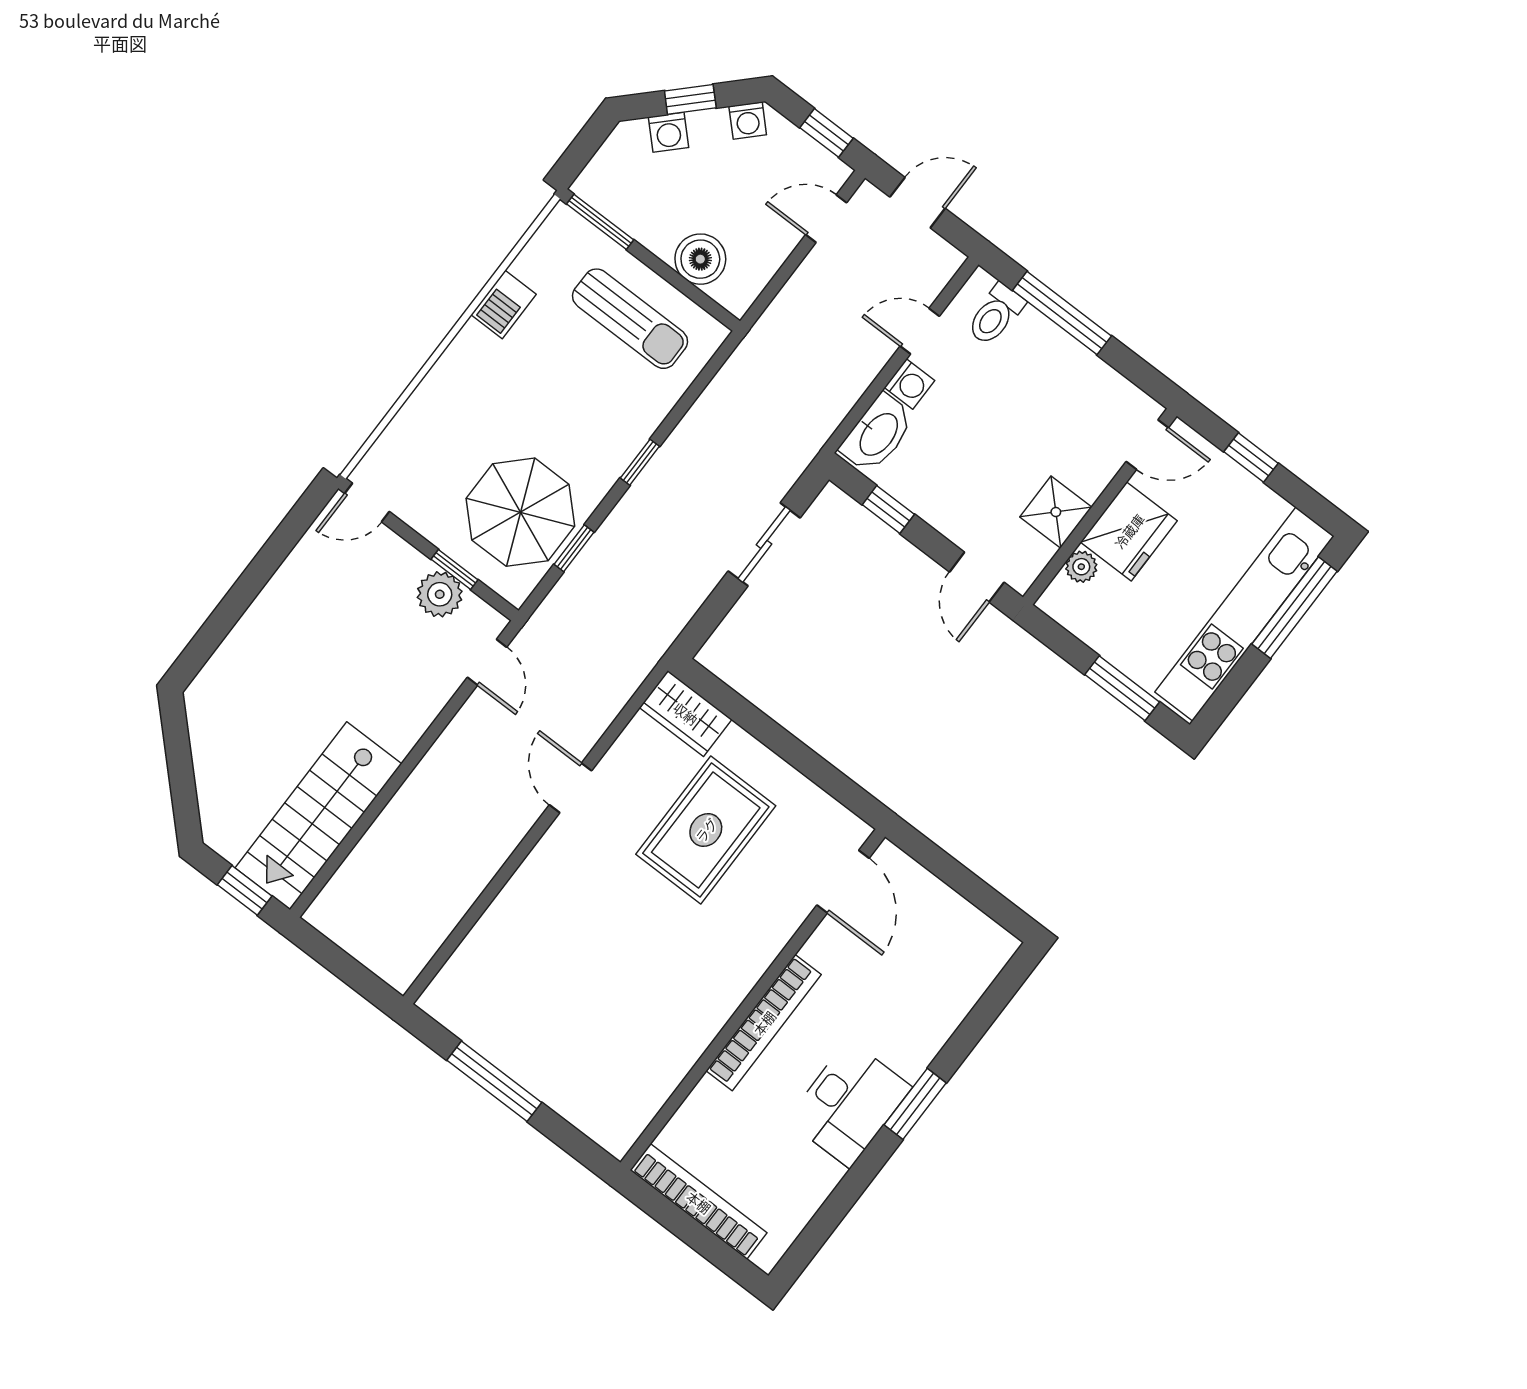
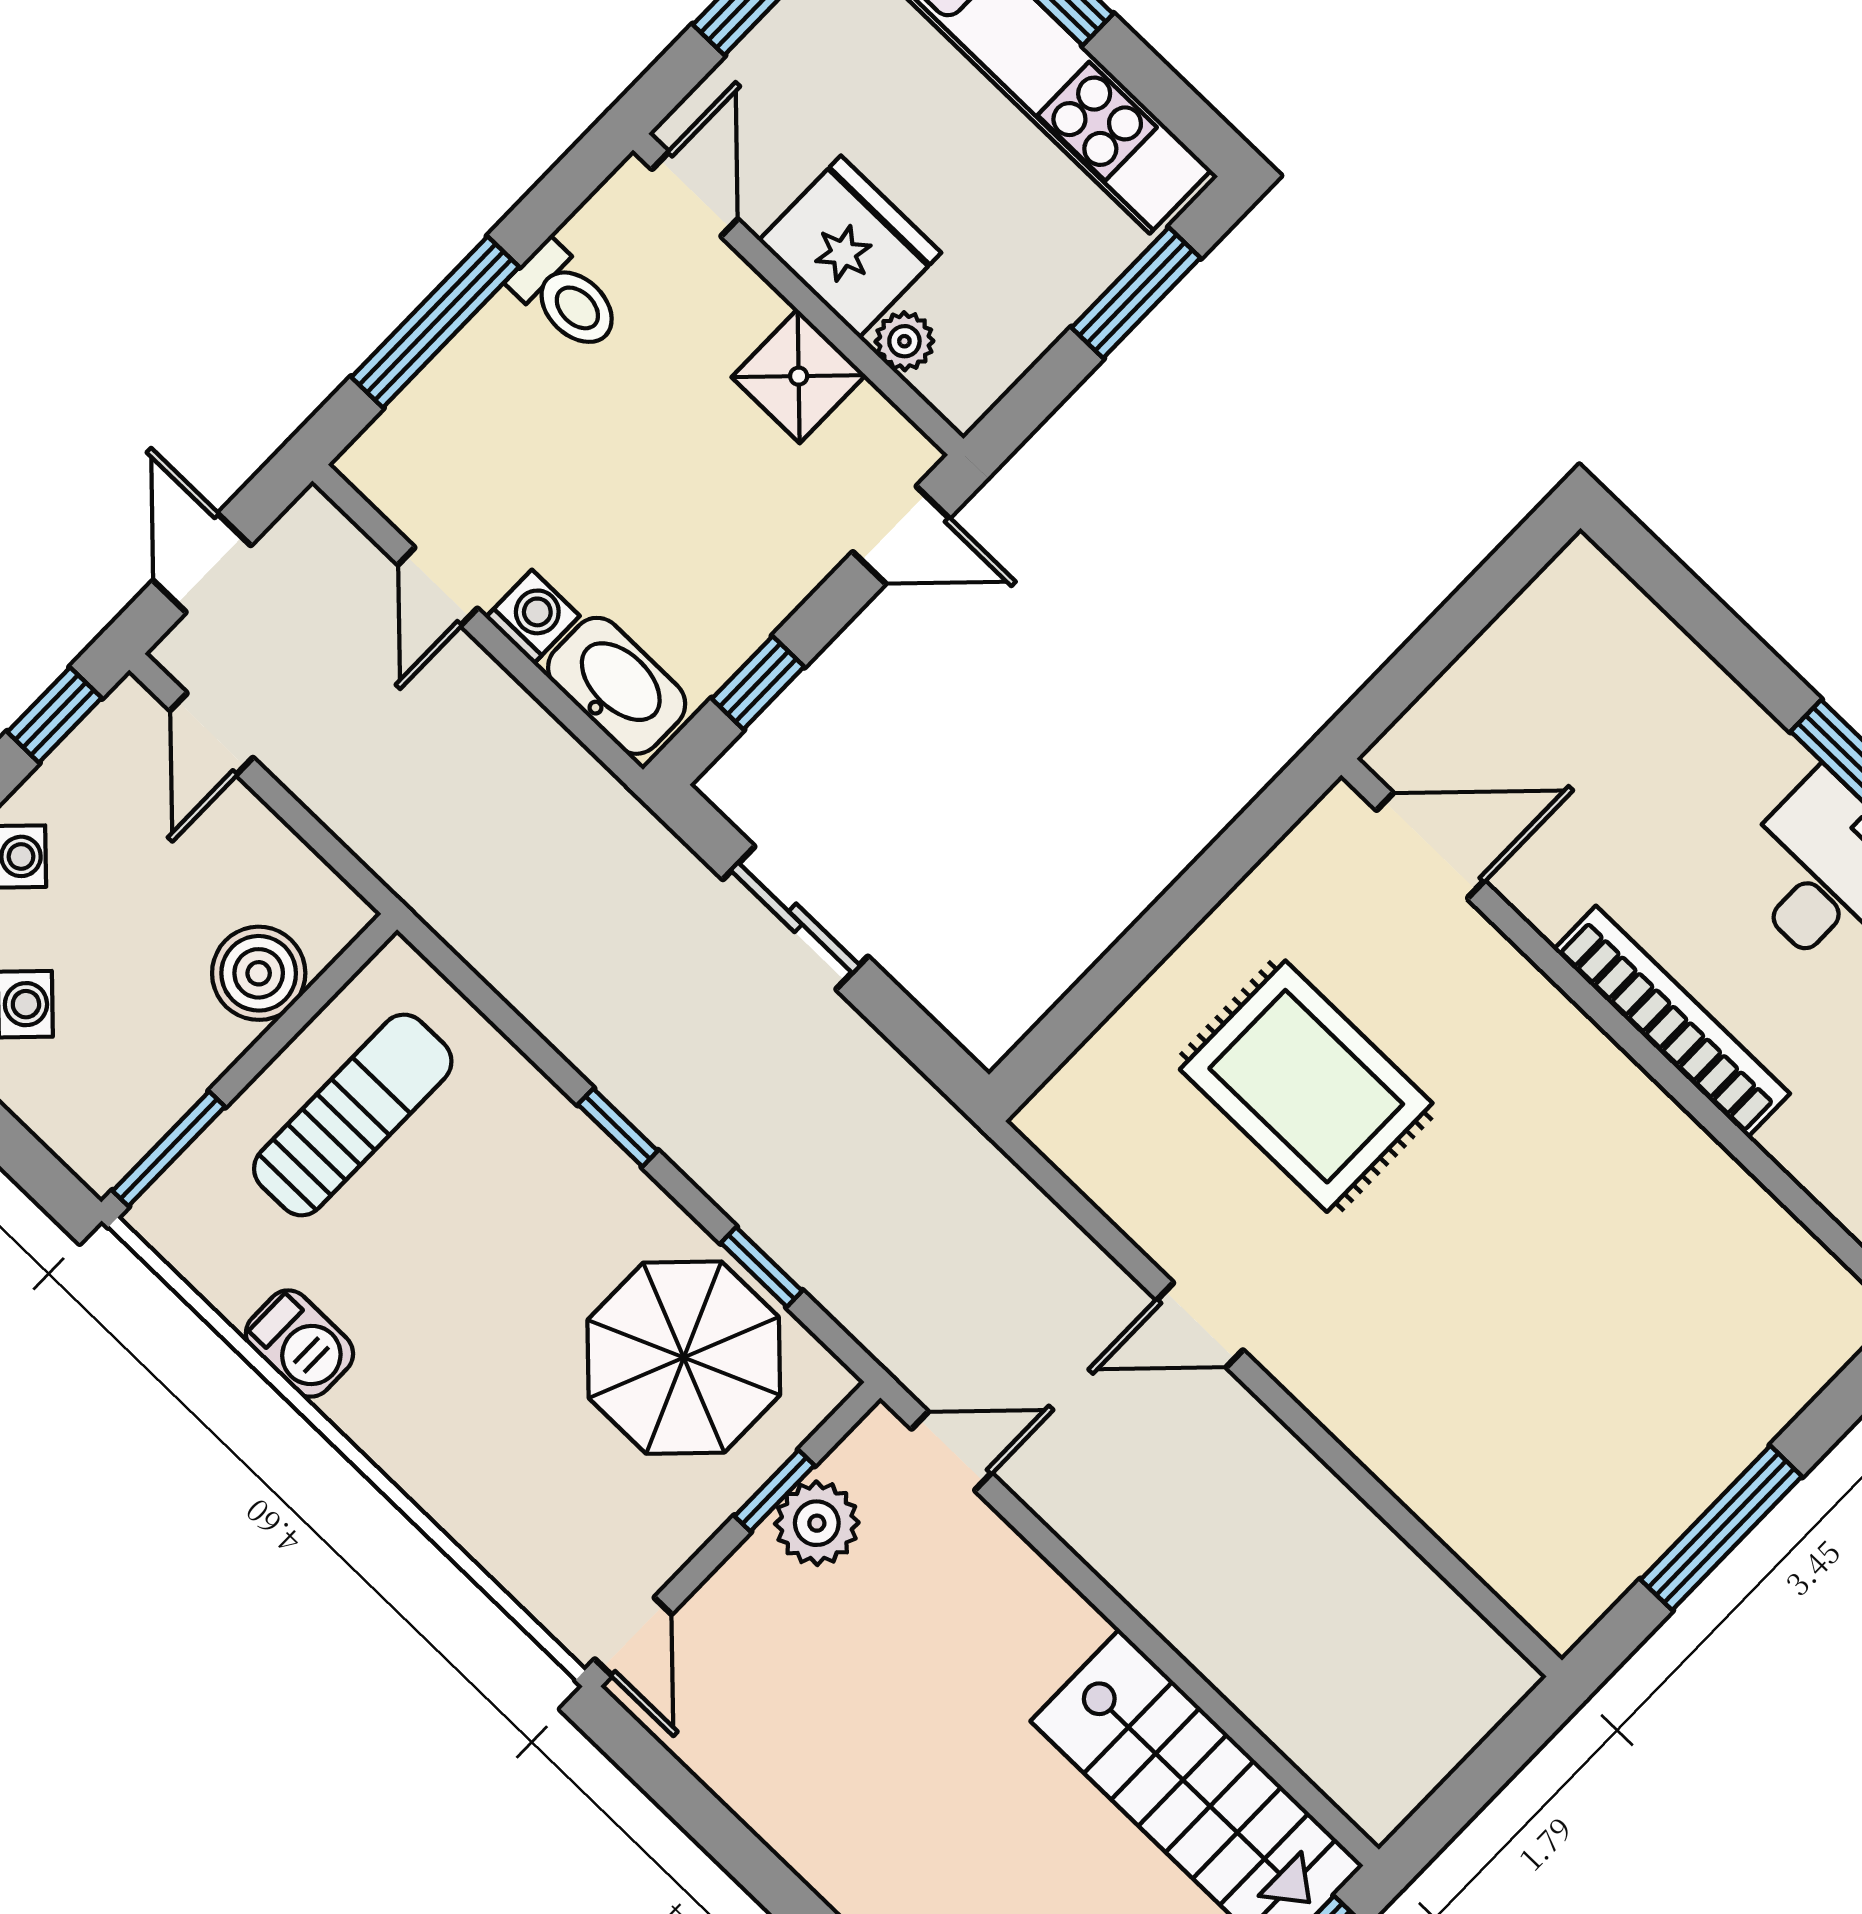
toilet: (995, 315) -> (566, 297), moved
wardrobe: (686, 713) -> (1088, 1098), removed

